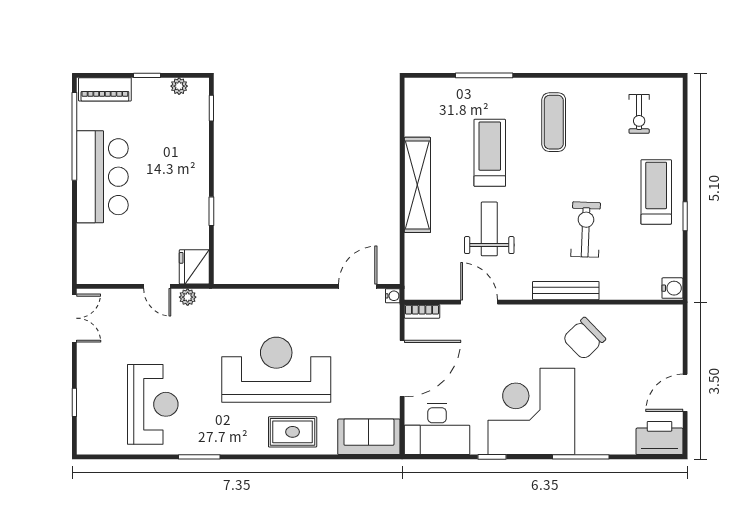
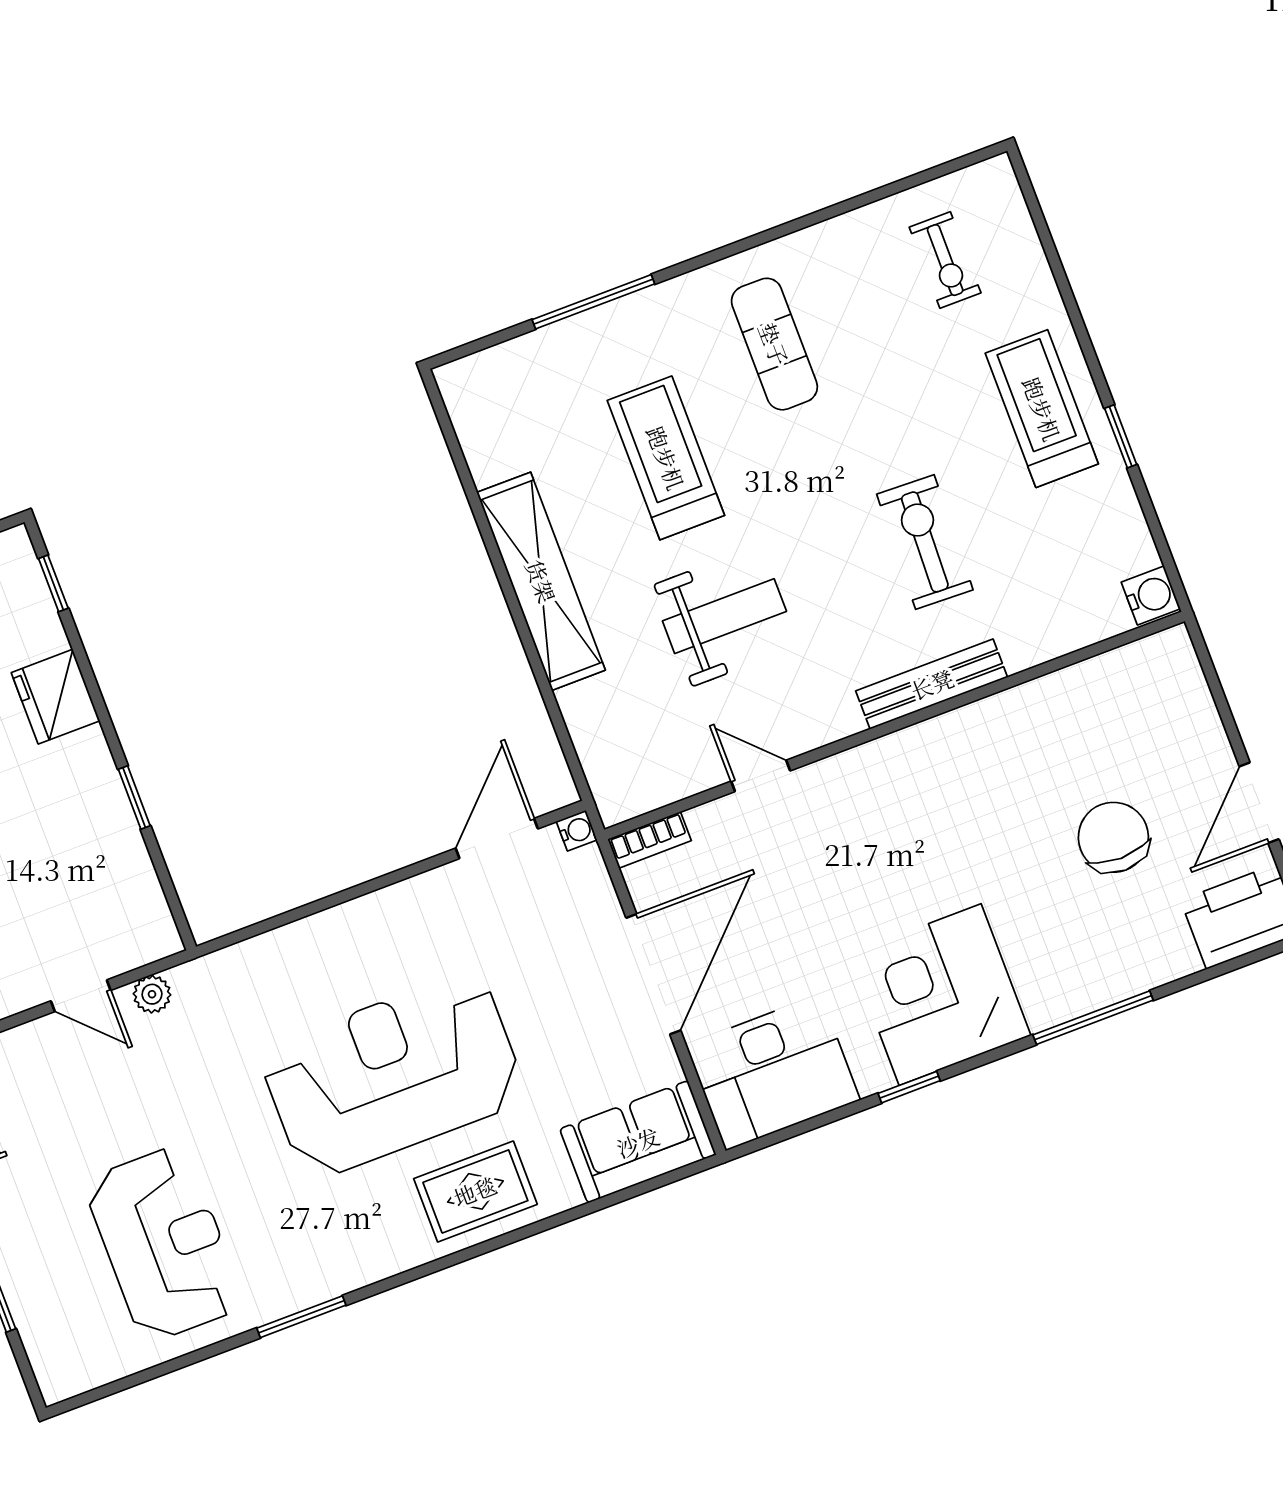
weight bench: (489, 229) -> (724, 616), turned 90
fridge: (194, 267) -> (56, 697), moved
door: (479, 302) -> (761, 776), width x0.73
chair: (584, 339) -> (1113, 837), moved, turned 134
corner desk: (531, 411) -> (940, 995), width x0.74, depth x0.74

